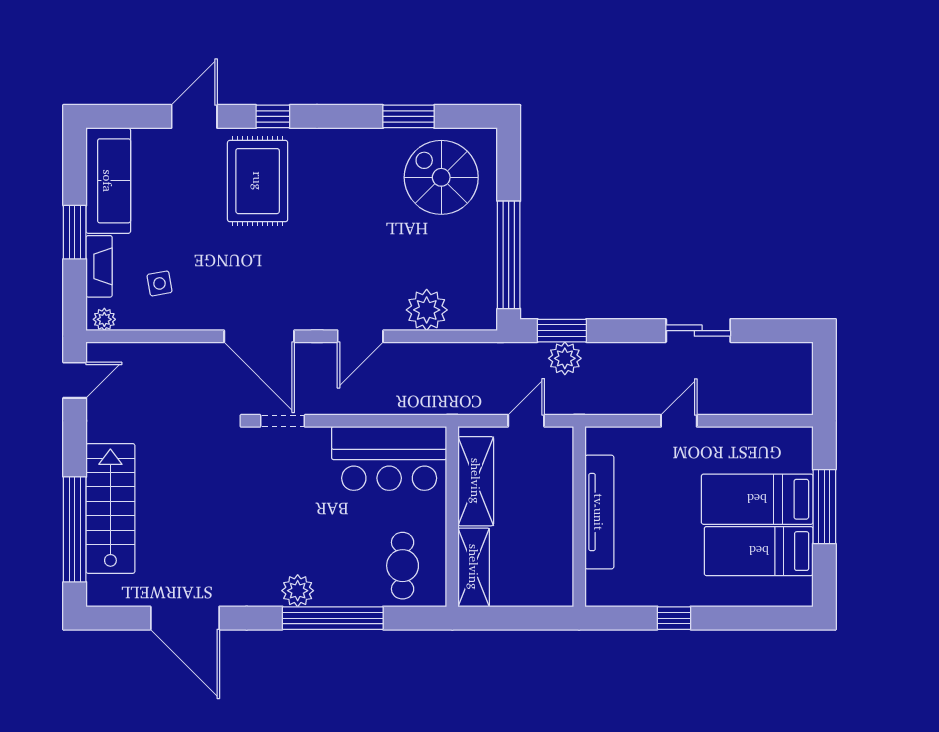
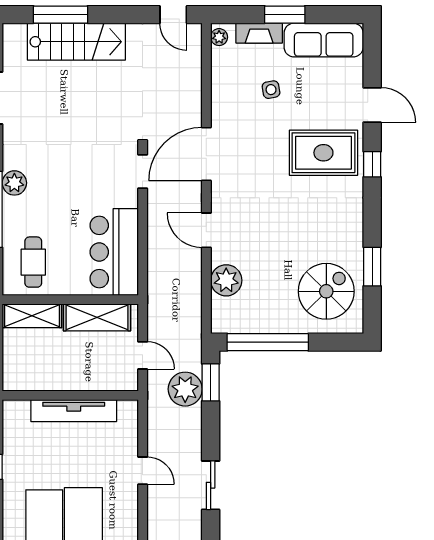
side table: (160, 283) -> (271, 90), moved
plant: (565, 358) -> (185, 389), width x1.36, depth x1.36
window: (75, 529) -> (61, 15), width x0.68
cafe table: (403, 566) -> (33, 262), turned 90

